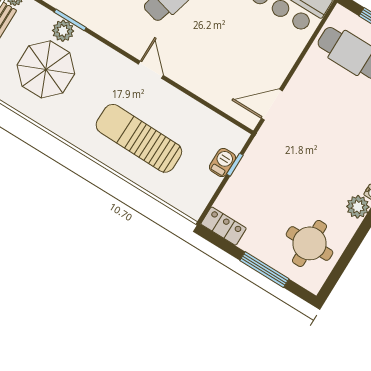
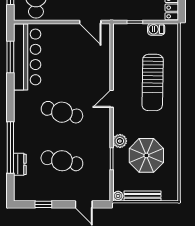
plant: (63, 31) -> (120, 141), moved
barbecue: (223, 163) -> (156, 29), moved

